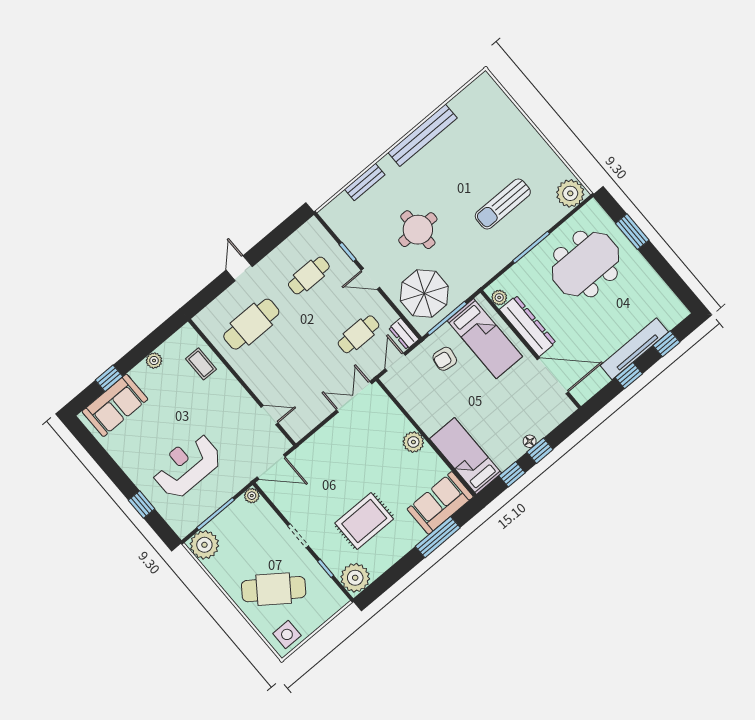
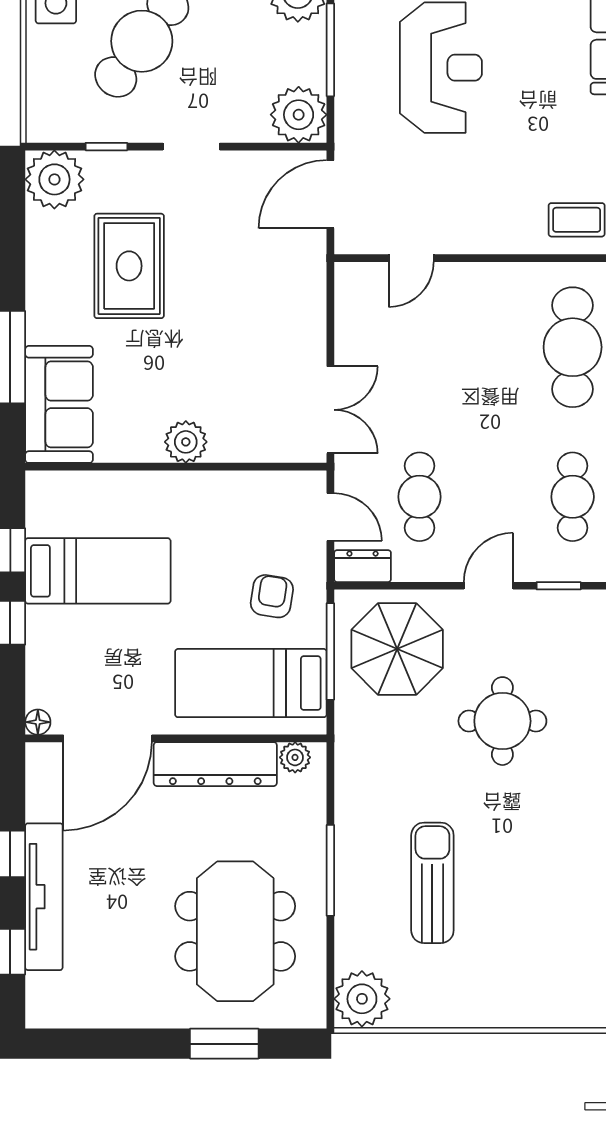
floor lamp: (530, 441) -> (38, 722), moved
bed: (465, 456) -> (98, 571), moved
plant: (252, 496) -> (299, 115), width x1.88, depth x1.88

